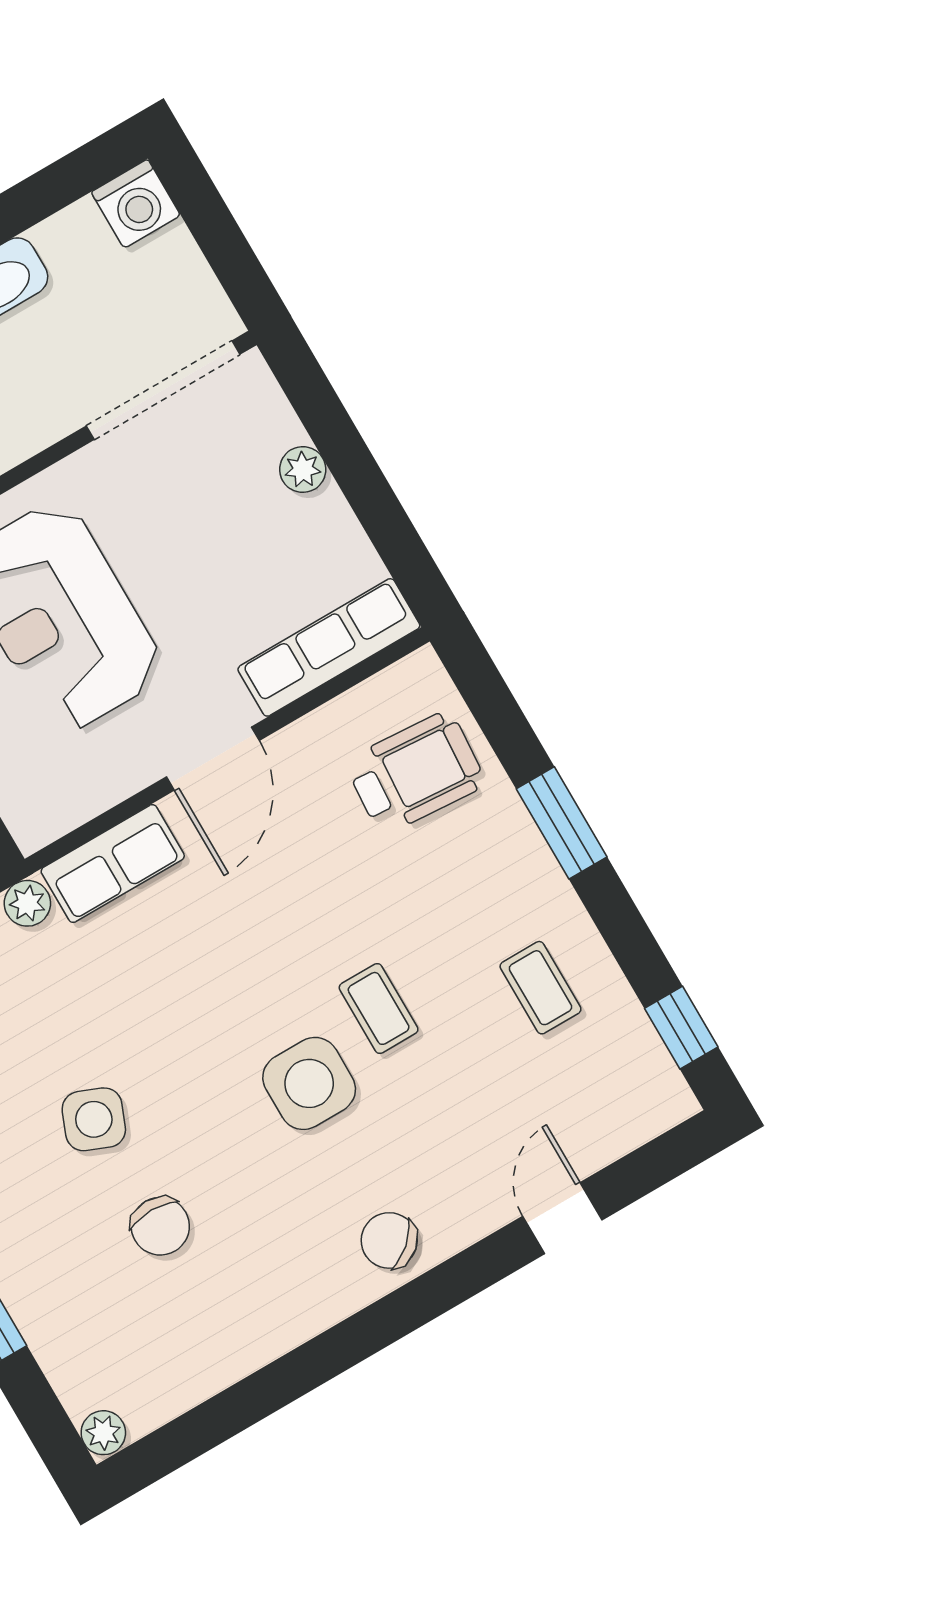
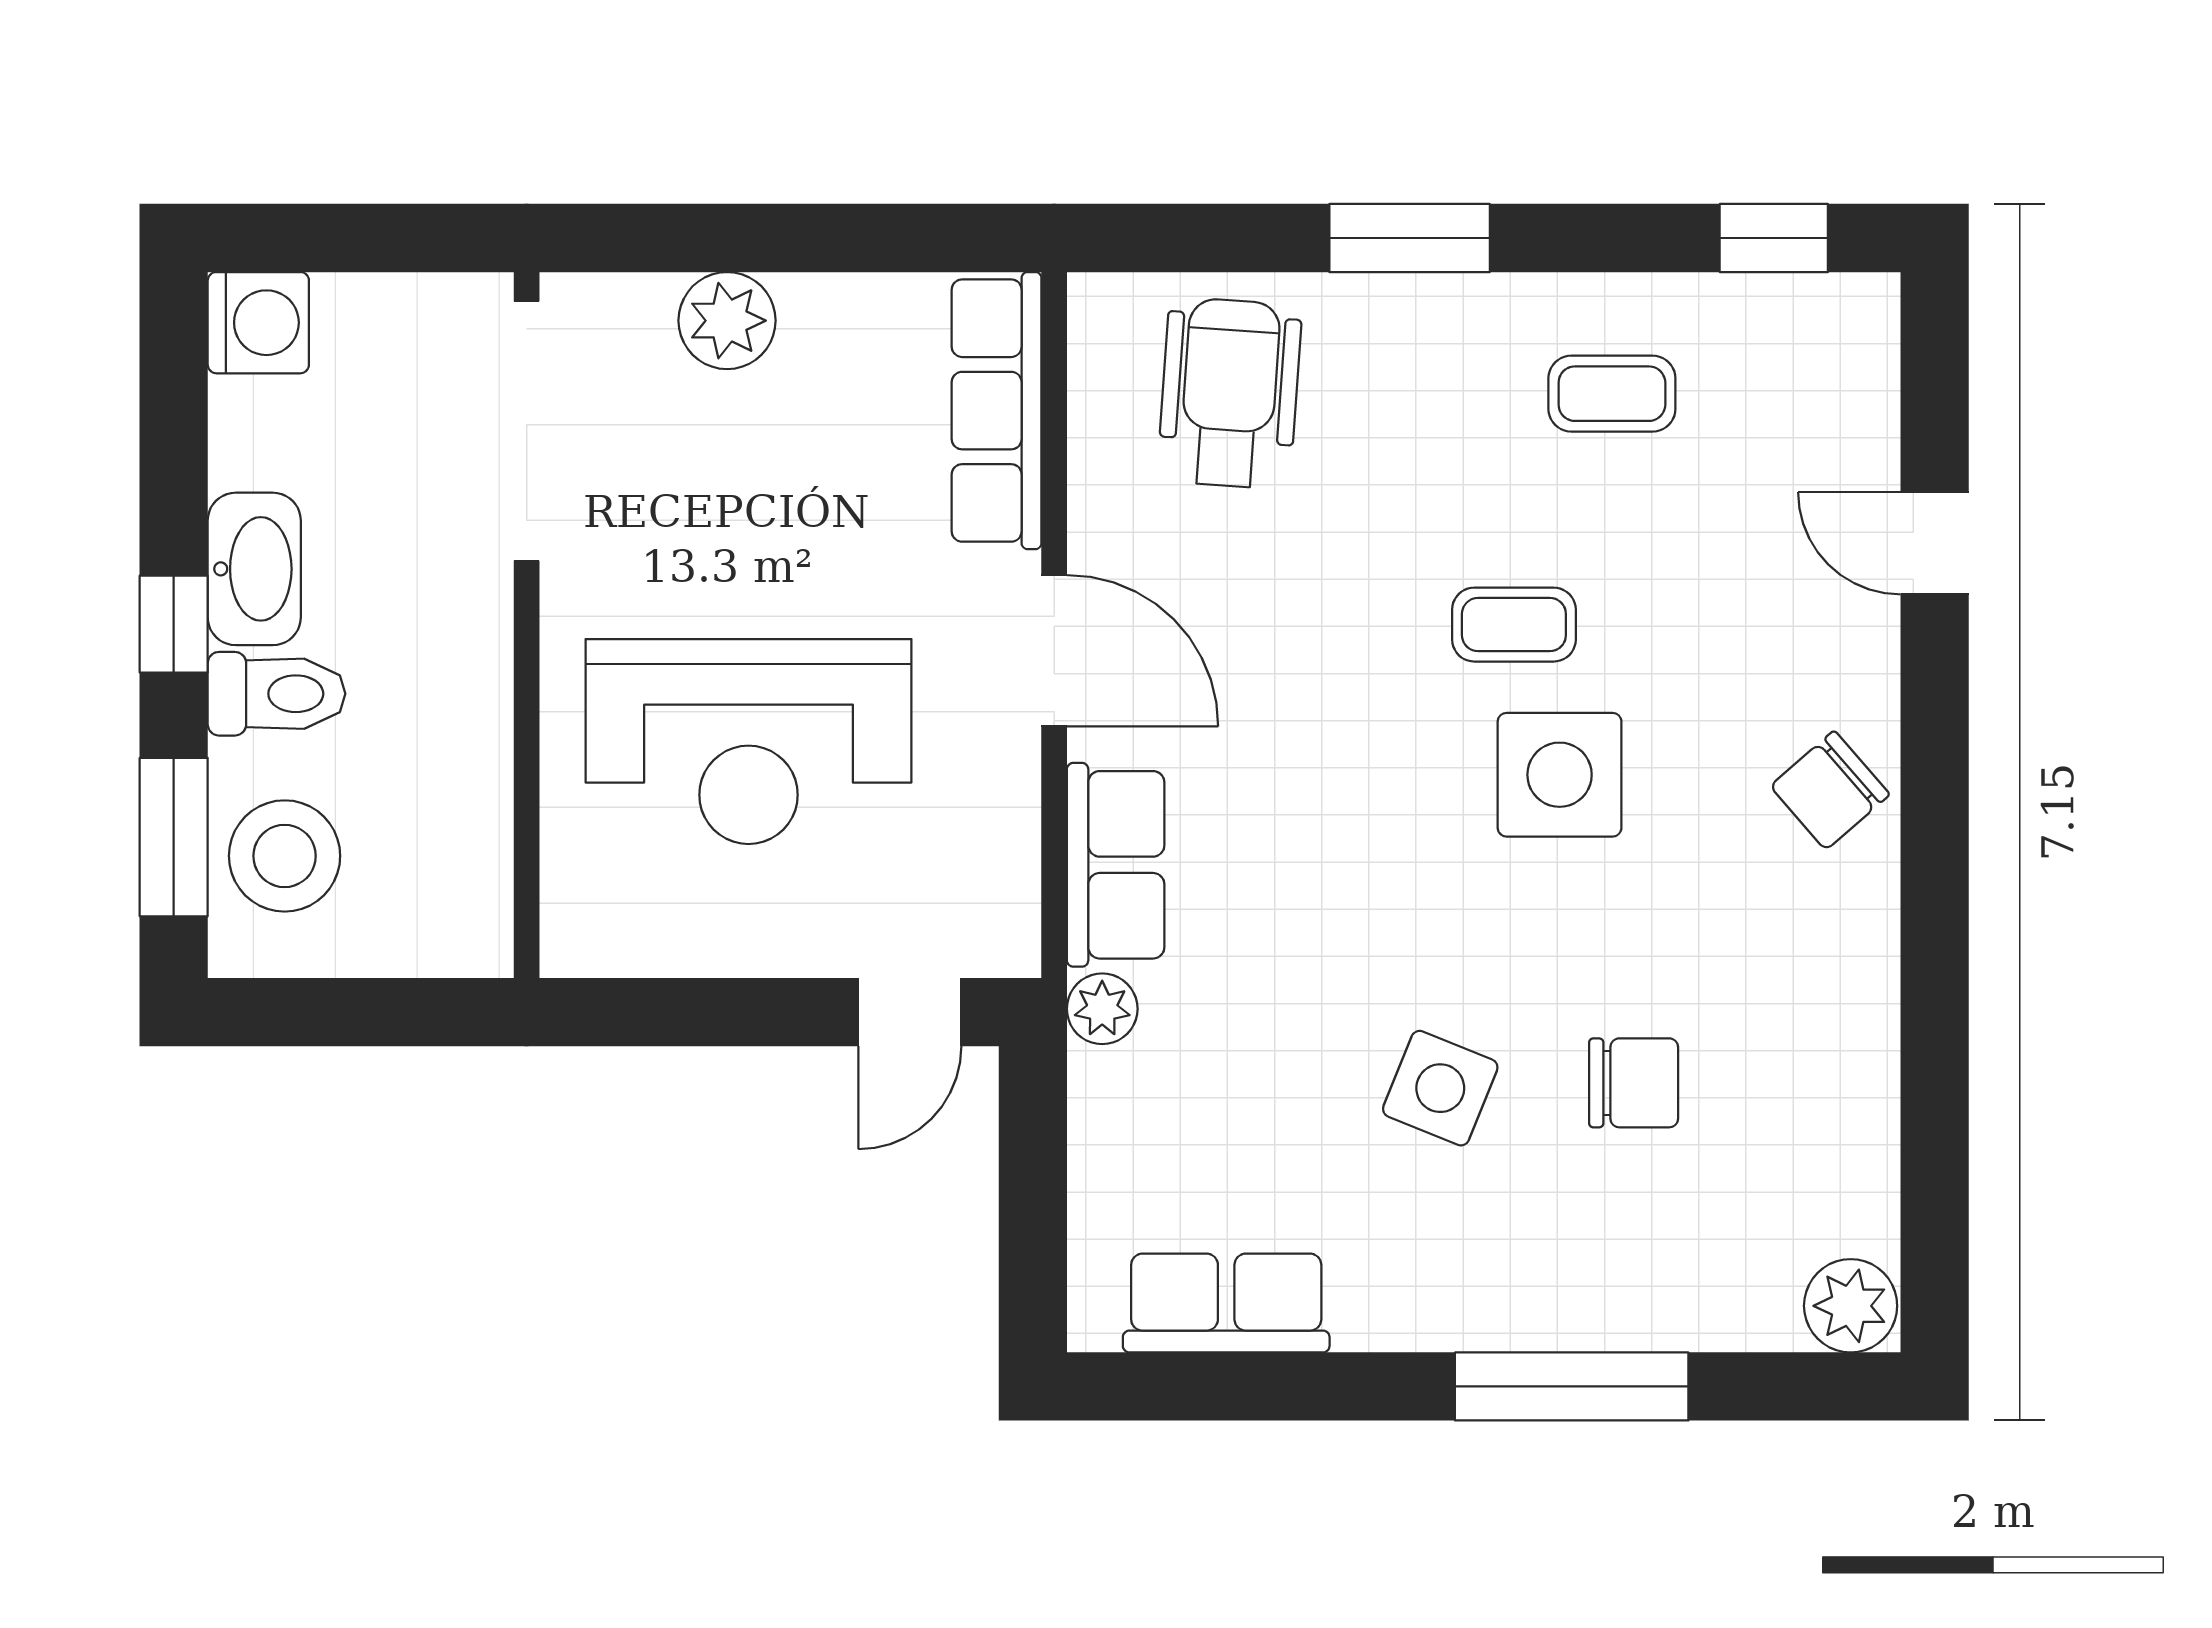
plant: (303, 470) -> (727, 321), width x1.38, depth x1.38
plant: (103, 1433) -> (1851, 1306), width x1.38, depth x1.38

